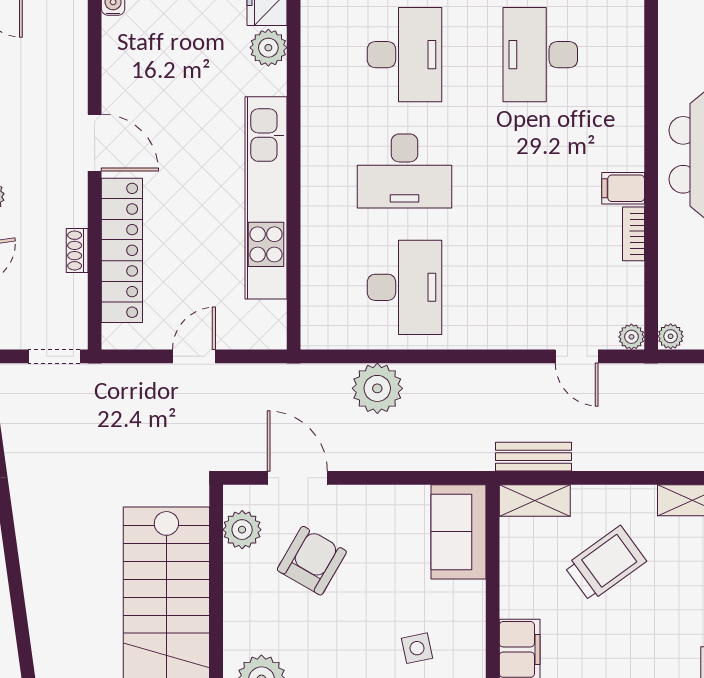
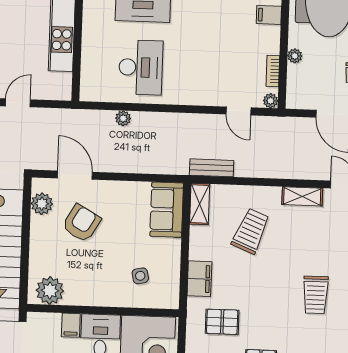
bookcase: (634, 234) -> (273, 71), moved
plant: (671, 336) -> (295, 56), moved
plant: (377, 388) -> (123, 118), width x0.53, depth x0.53
shelving: (535, 501) -> (200, 204), moved, turned 90
trolley: (605, 564) -> (251, 231), turned -32

